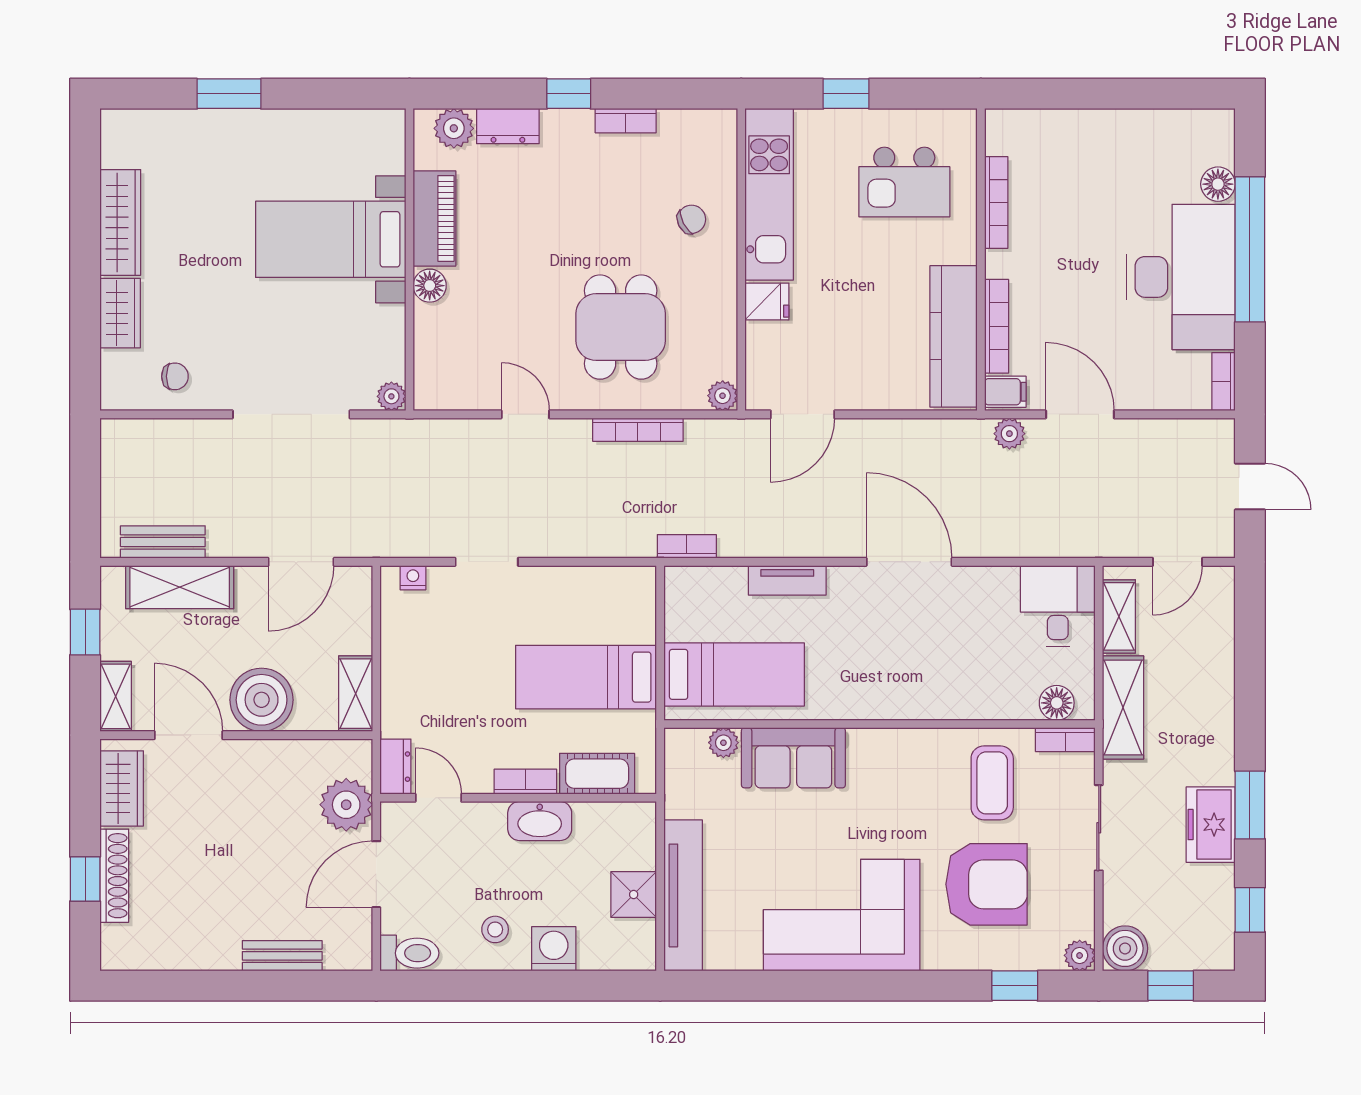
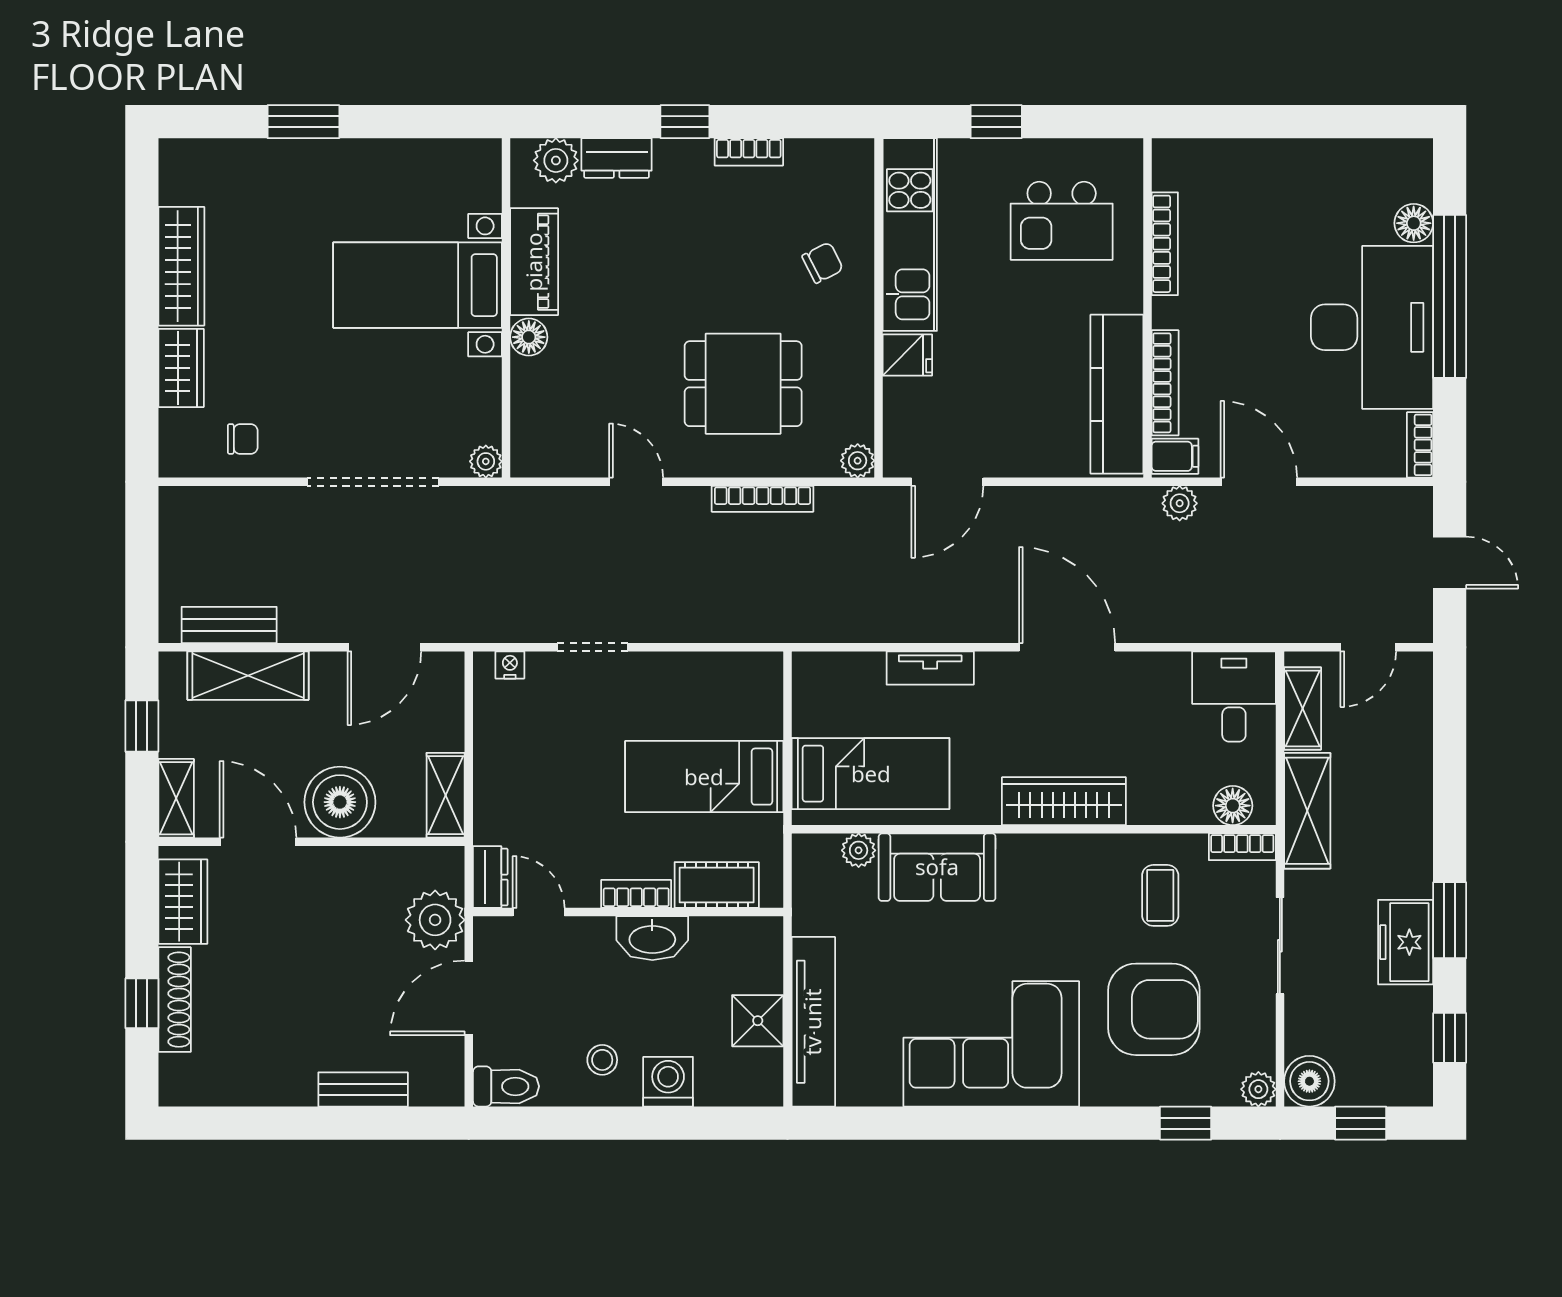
dining table: (621, 327) -> (743, 384), turned 90
bookcase: (687, 546) -> (817, 630), removed
wardrobe: (906, 699) -> (1064, 801), added
coffee table: (992, 783) -> (1160, 895), width x0.73, depth x0.77

